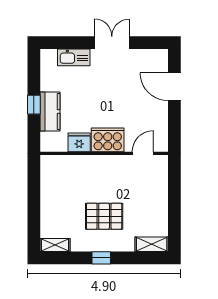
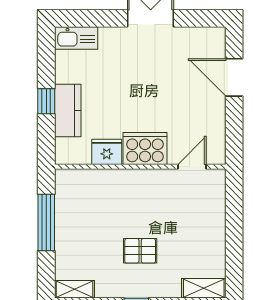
kitchen sink: (74, 57) -> (76, 38), moved
window: (34, 195) -> (46, 222), added
pallet: (104, 216) -> (140, 251), width x0.67, depth x0.71

